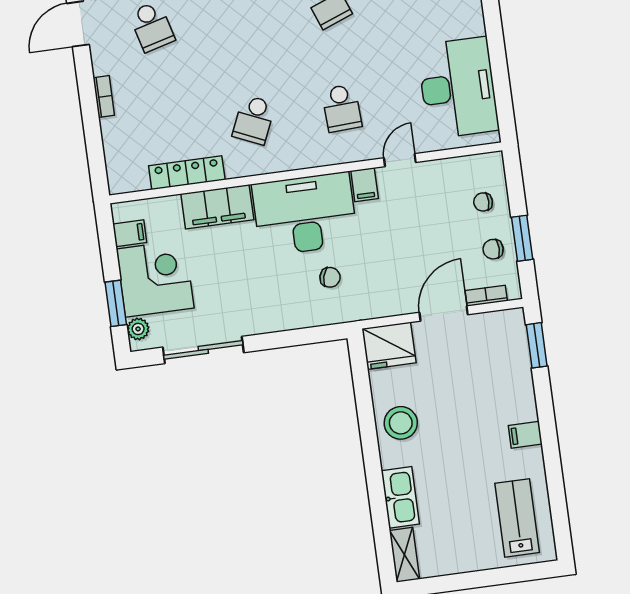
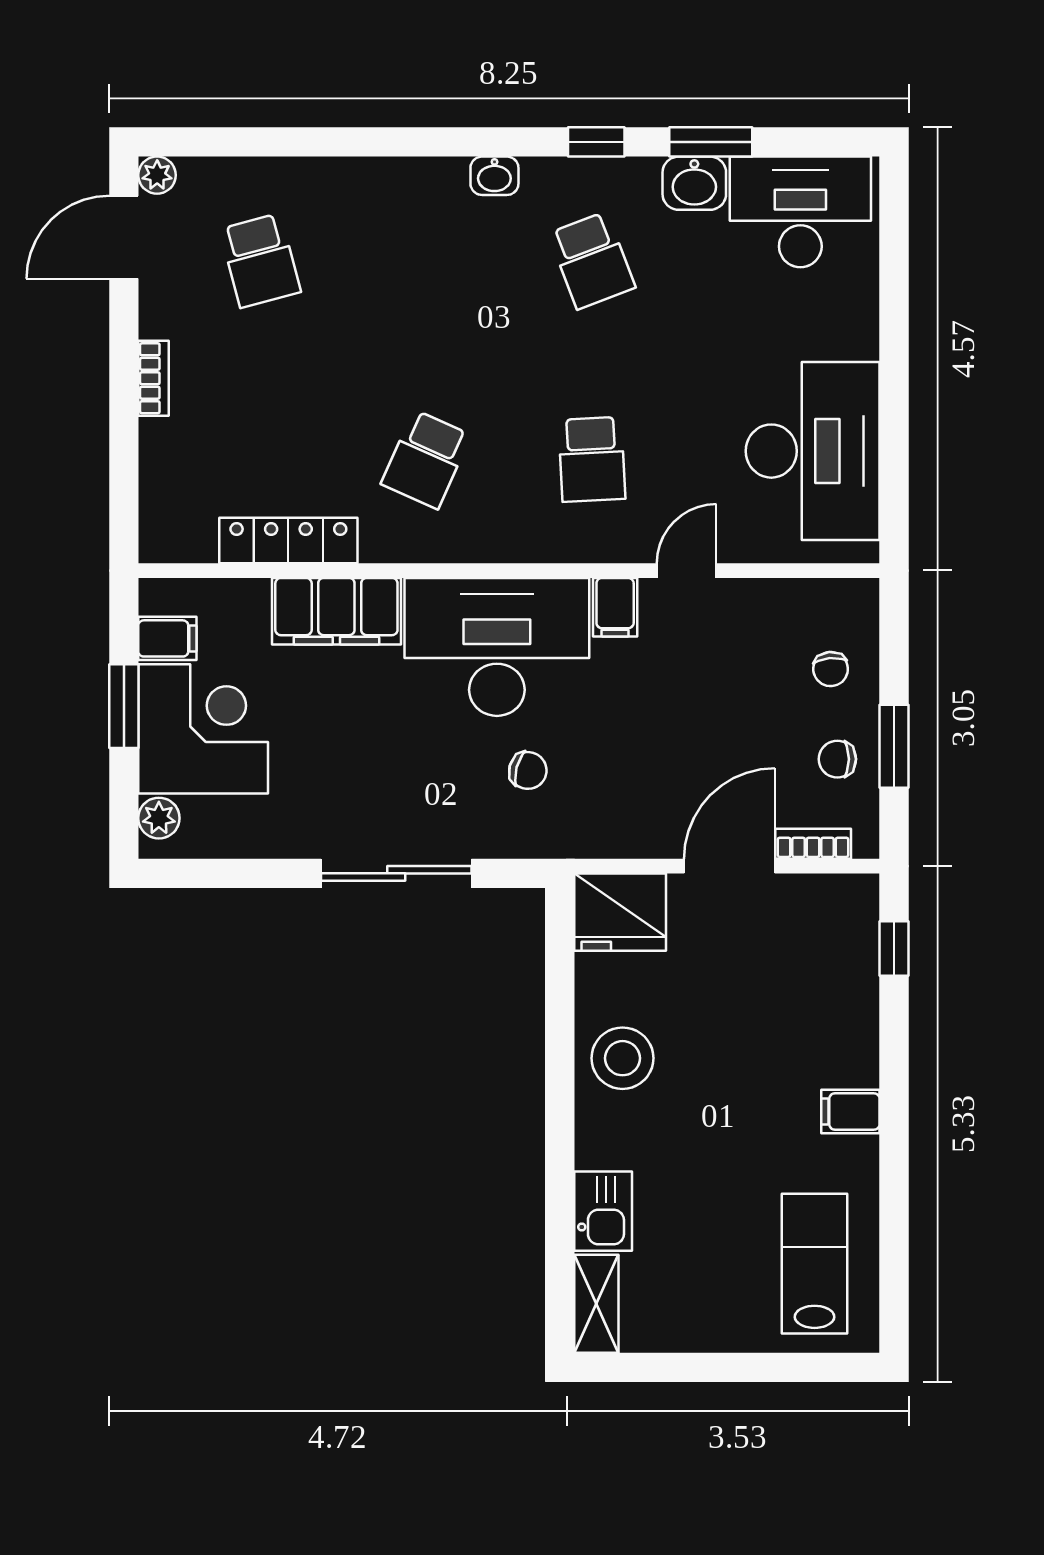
chair: (483, 202) -> (831, 669), turned -95
window: (116, 303) -> (124, 706), moved
window: (537, 345) -> (894, 948), width x0.67
sliding door: (203, 350) -> (396, 873), moved
kitchen sink: (400, 497) -> (603, 1211), width x0.73

